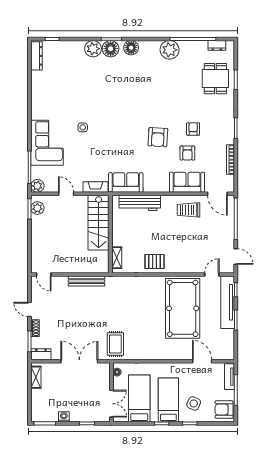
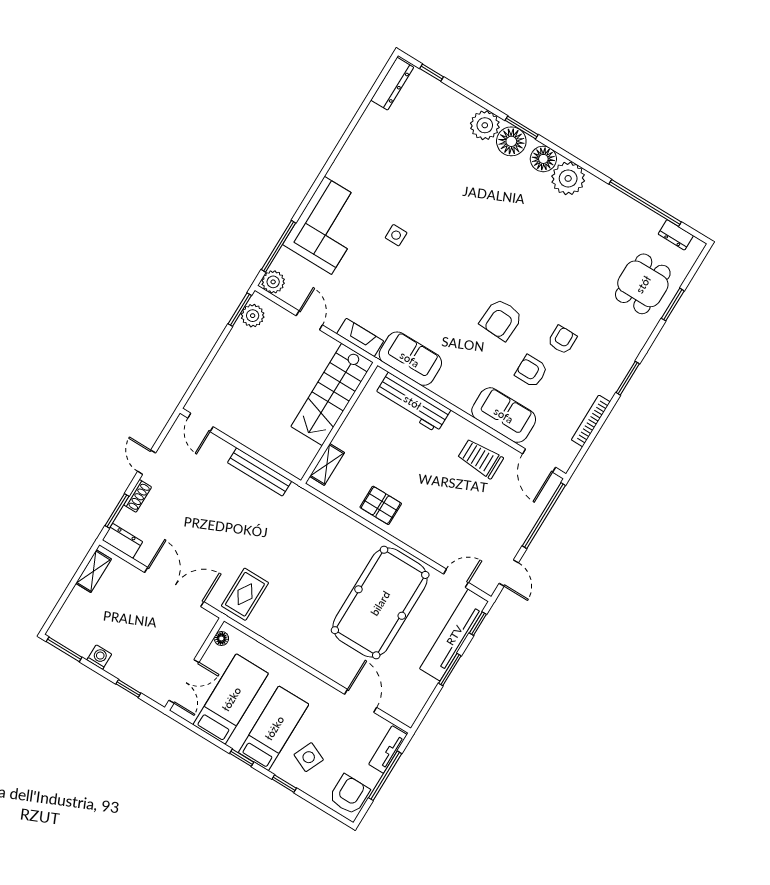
plant: (170, 50) -> (568, 178), moved
armchair: (187, 153) -> (531, 371), turned 90
armchair: (224, 410) -> (349, 795), turned 90

